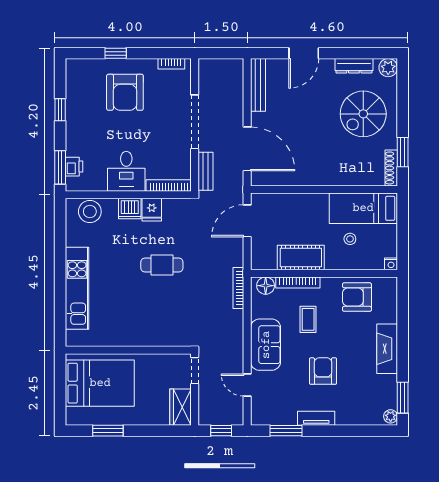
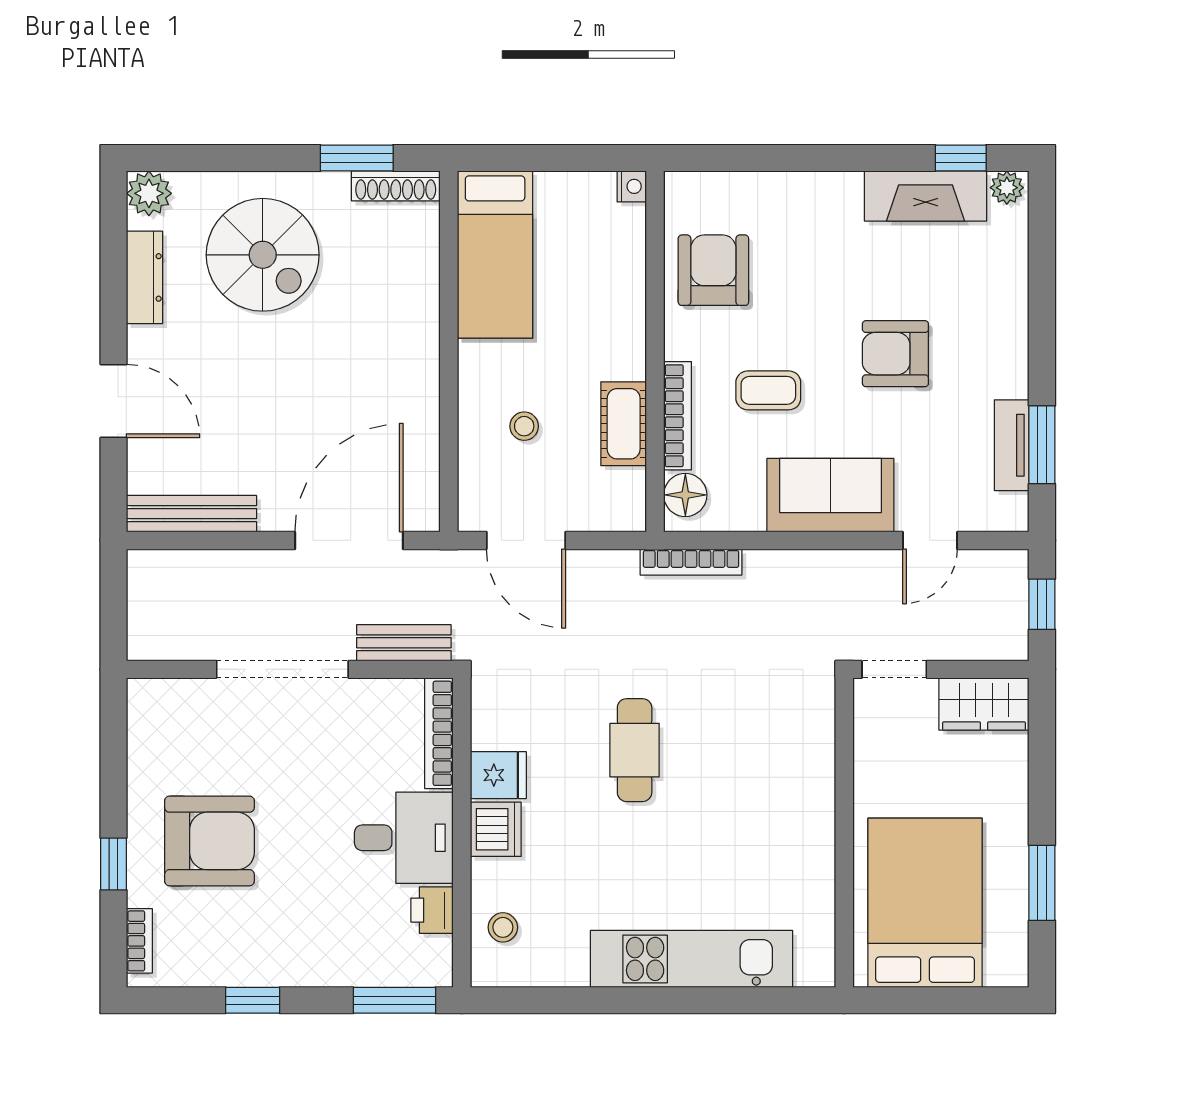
bookcase: (171, 64) -> (139, 941), moved
printer: (74, 167) -> (432, 910), moved, turned -90
stool: (90, 212) -> (503, 927), width x0.53, depth x0.53
stool: (350, 239) -> (524, 426), moved
cot: (301, 257) -> (624, 424), width x0.73, depth x0.75
armchair: (357, 297) -> (713, 270), turned 180
fireplace: (387, 349) -> (926, 196), moved
window: (403, 398) -> (961, 158), width x0.67
tv unit: (316, 418) -> (1012, 445), moved

